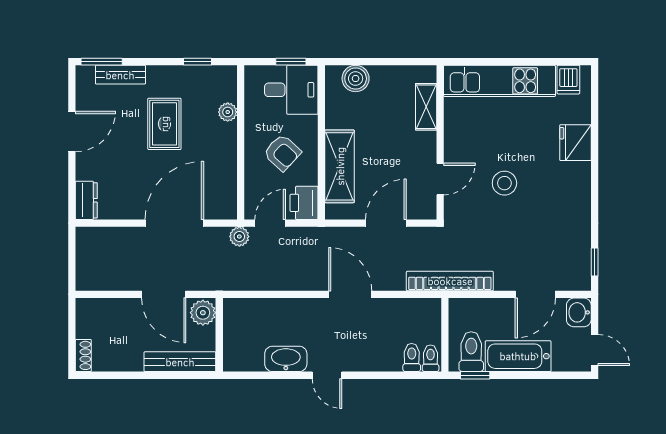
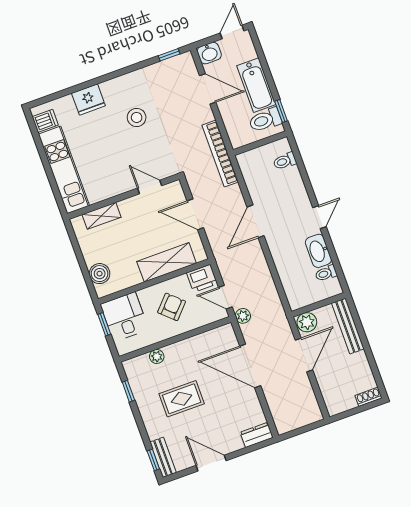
window: (102, 62) -> (153, 460), width x0.67
bench: (120, 75) -> (163, 457), moved
stool: (504, 183) -> (137, 117), moved
toilet: (431, 358) -> (326, 273), moved

